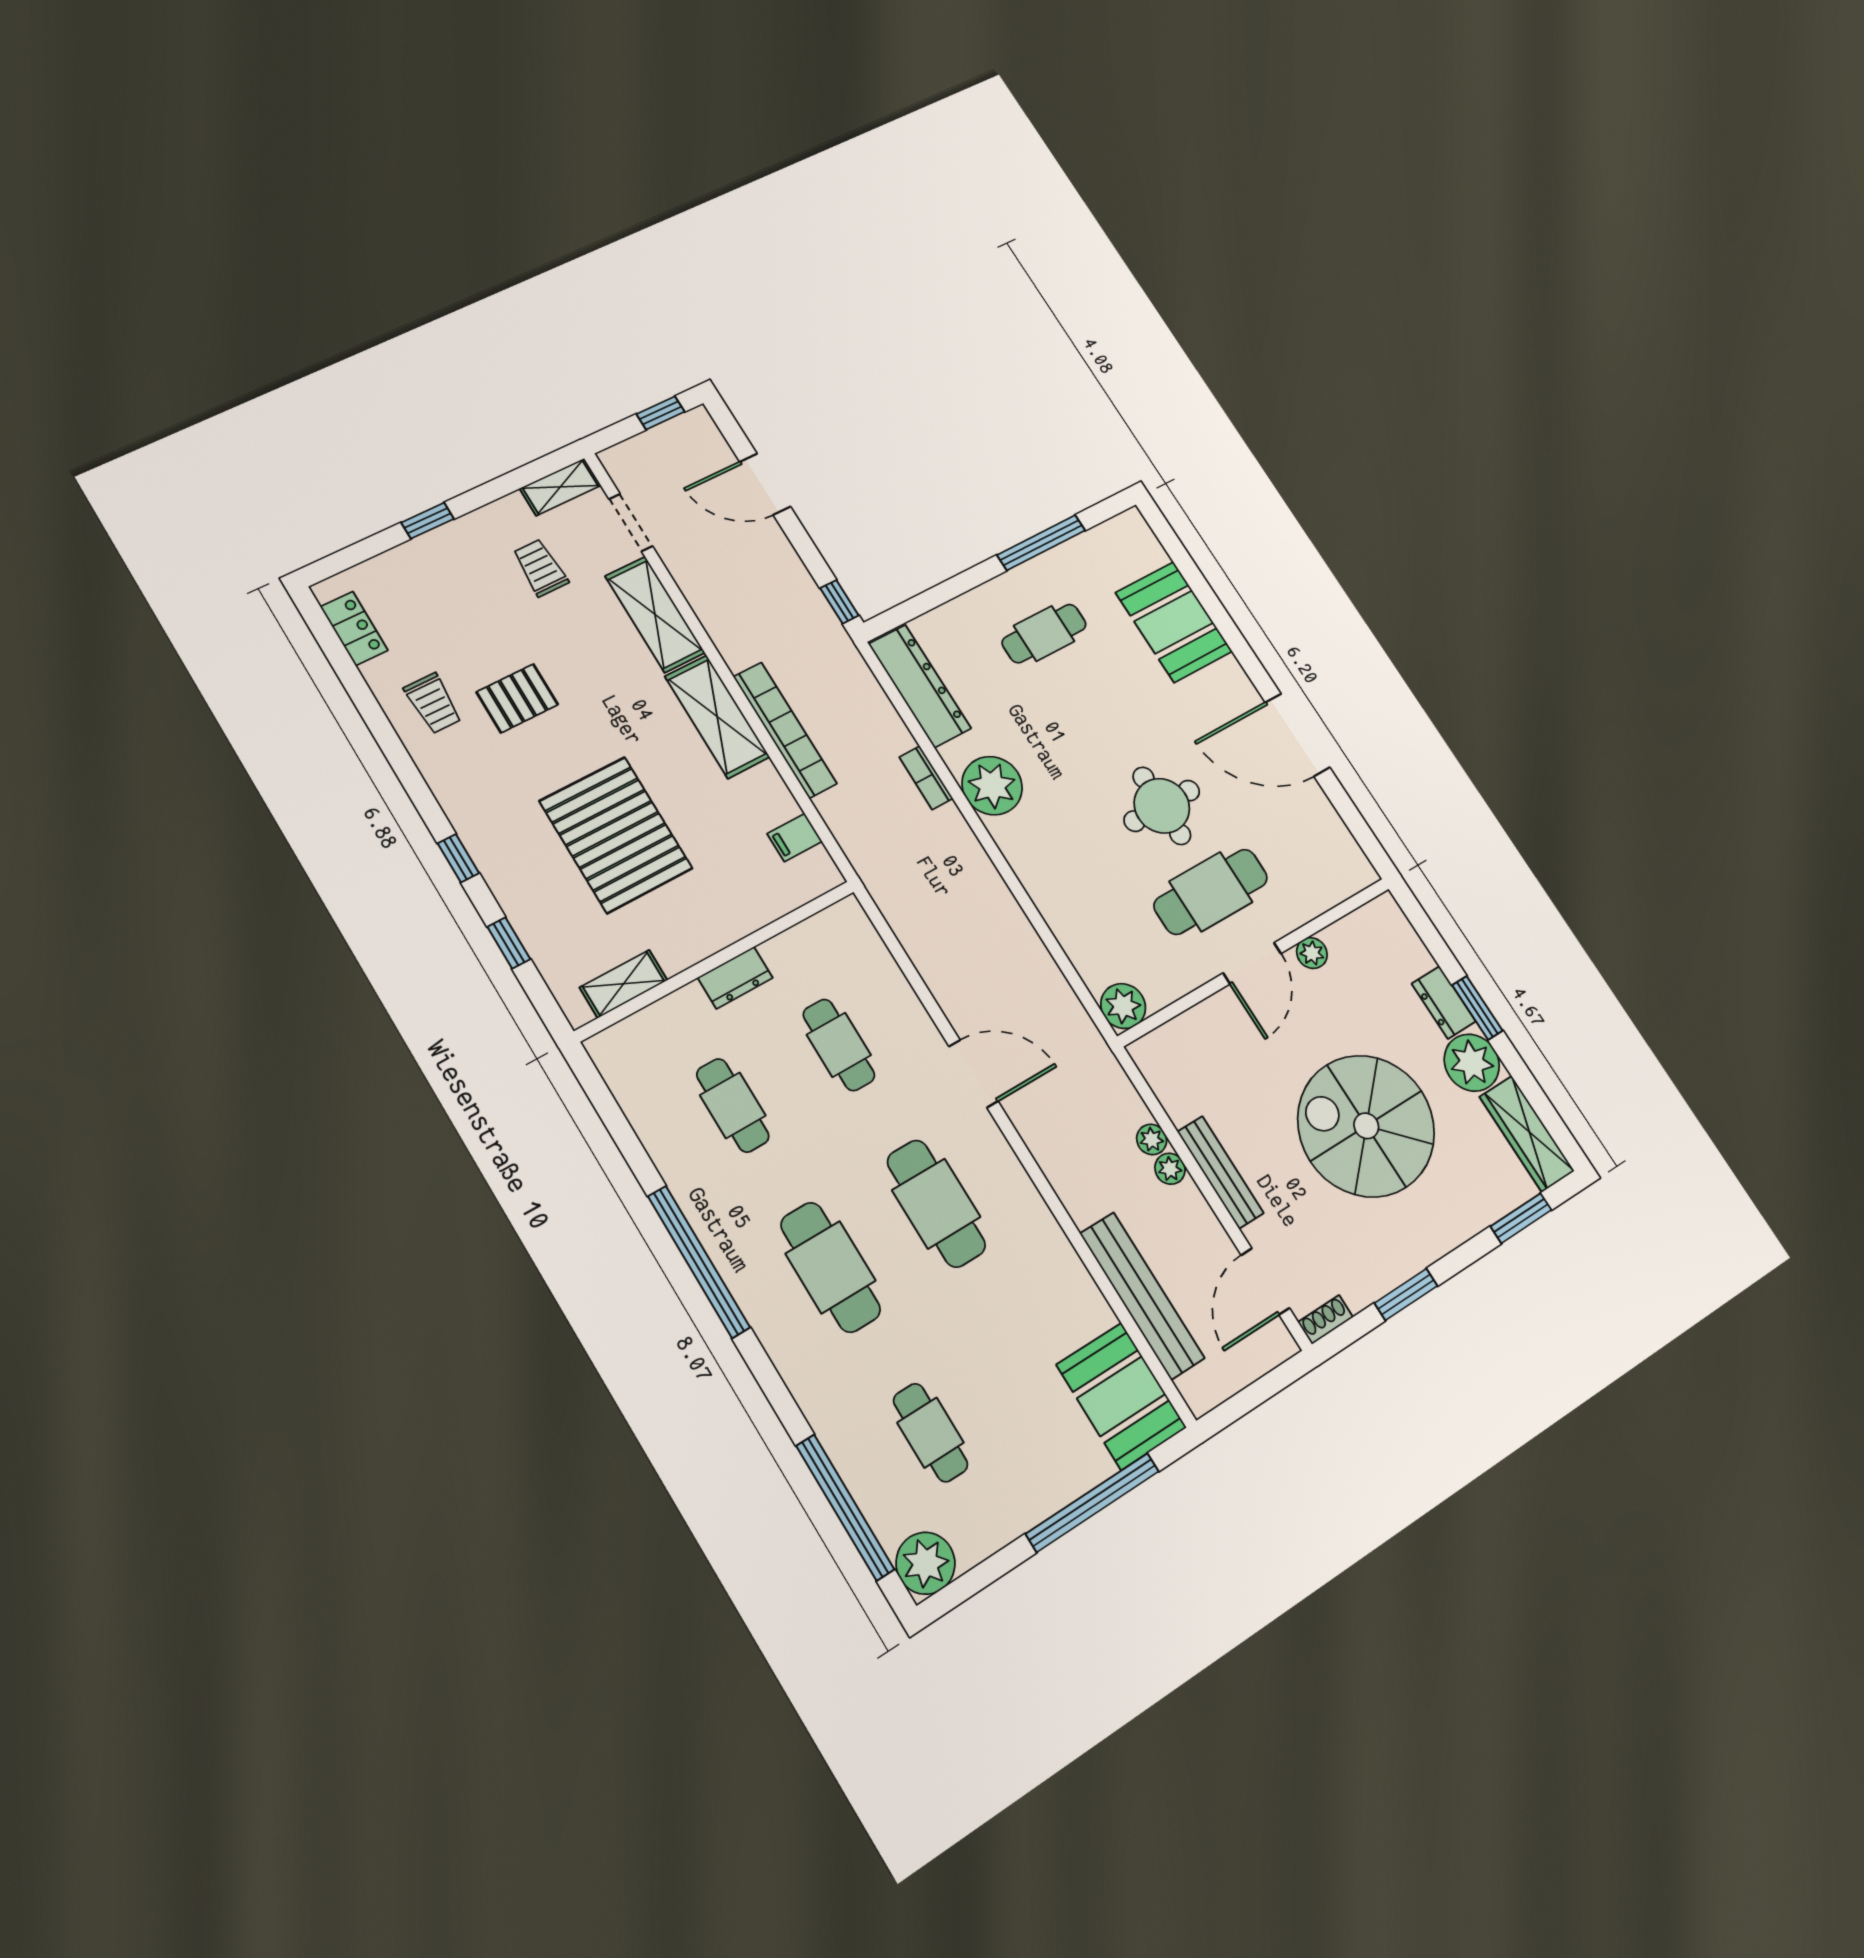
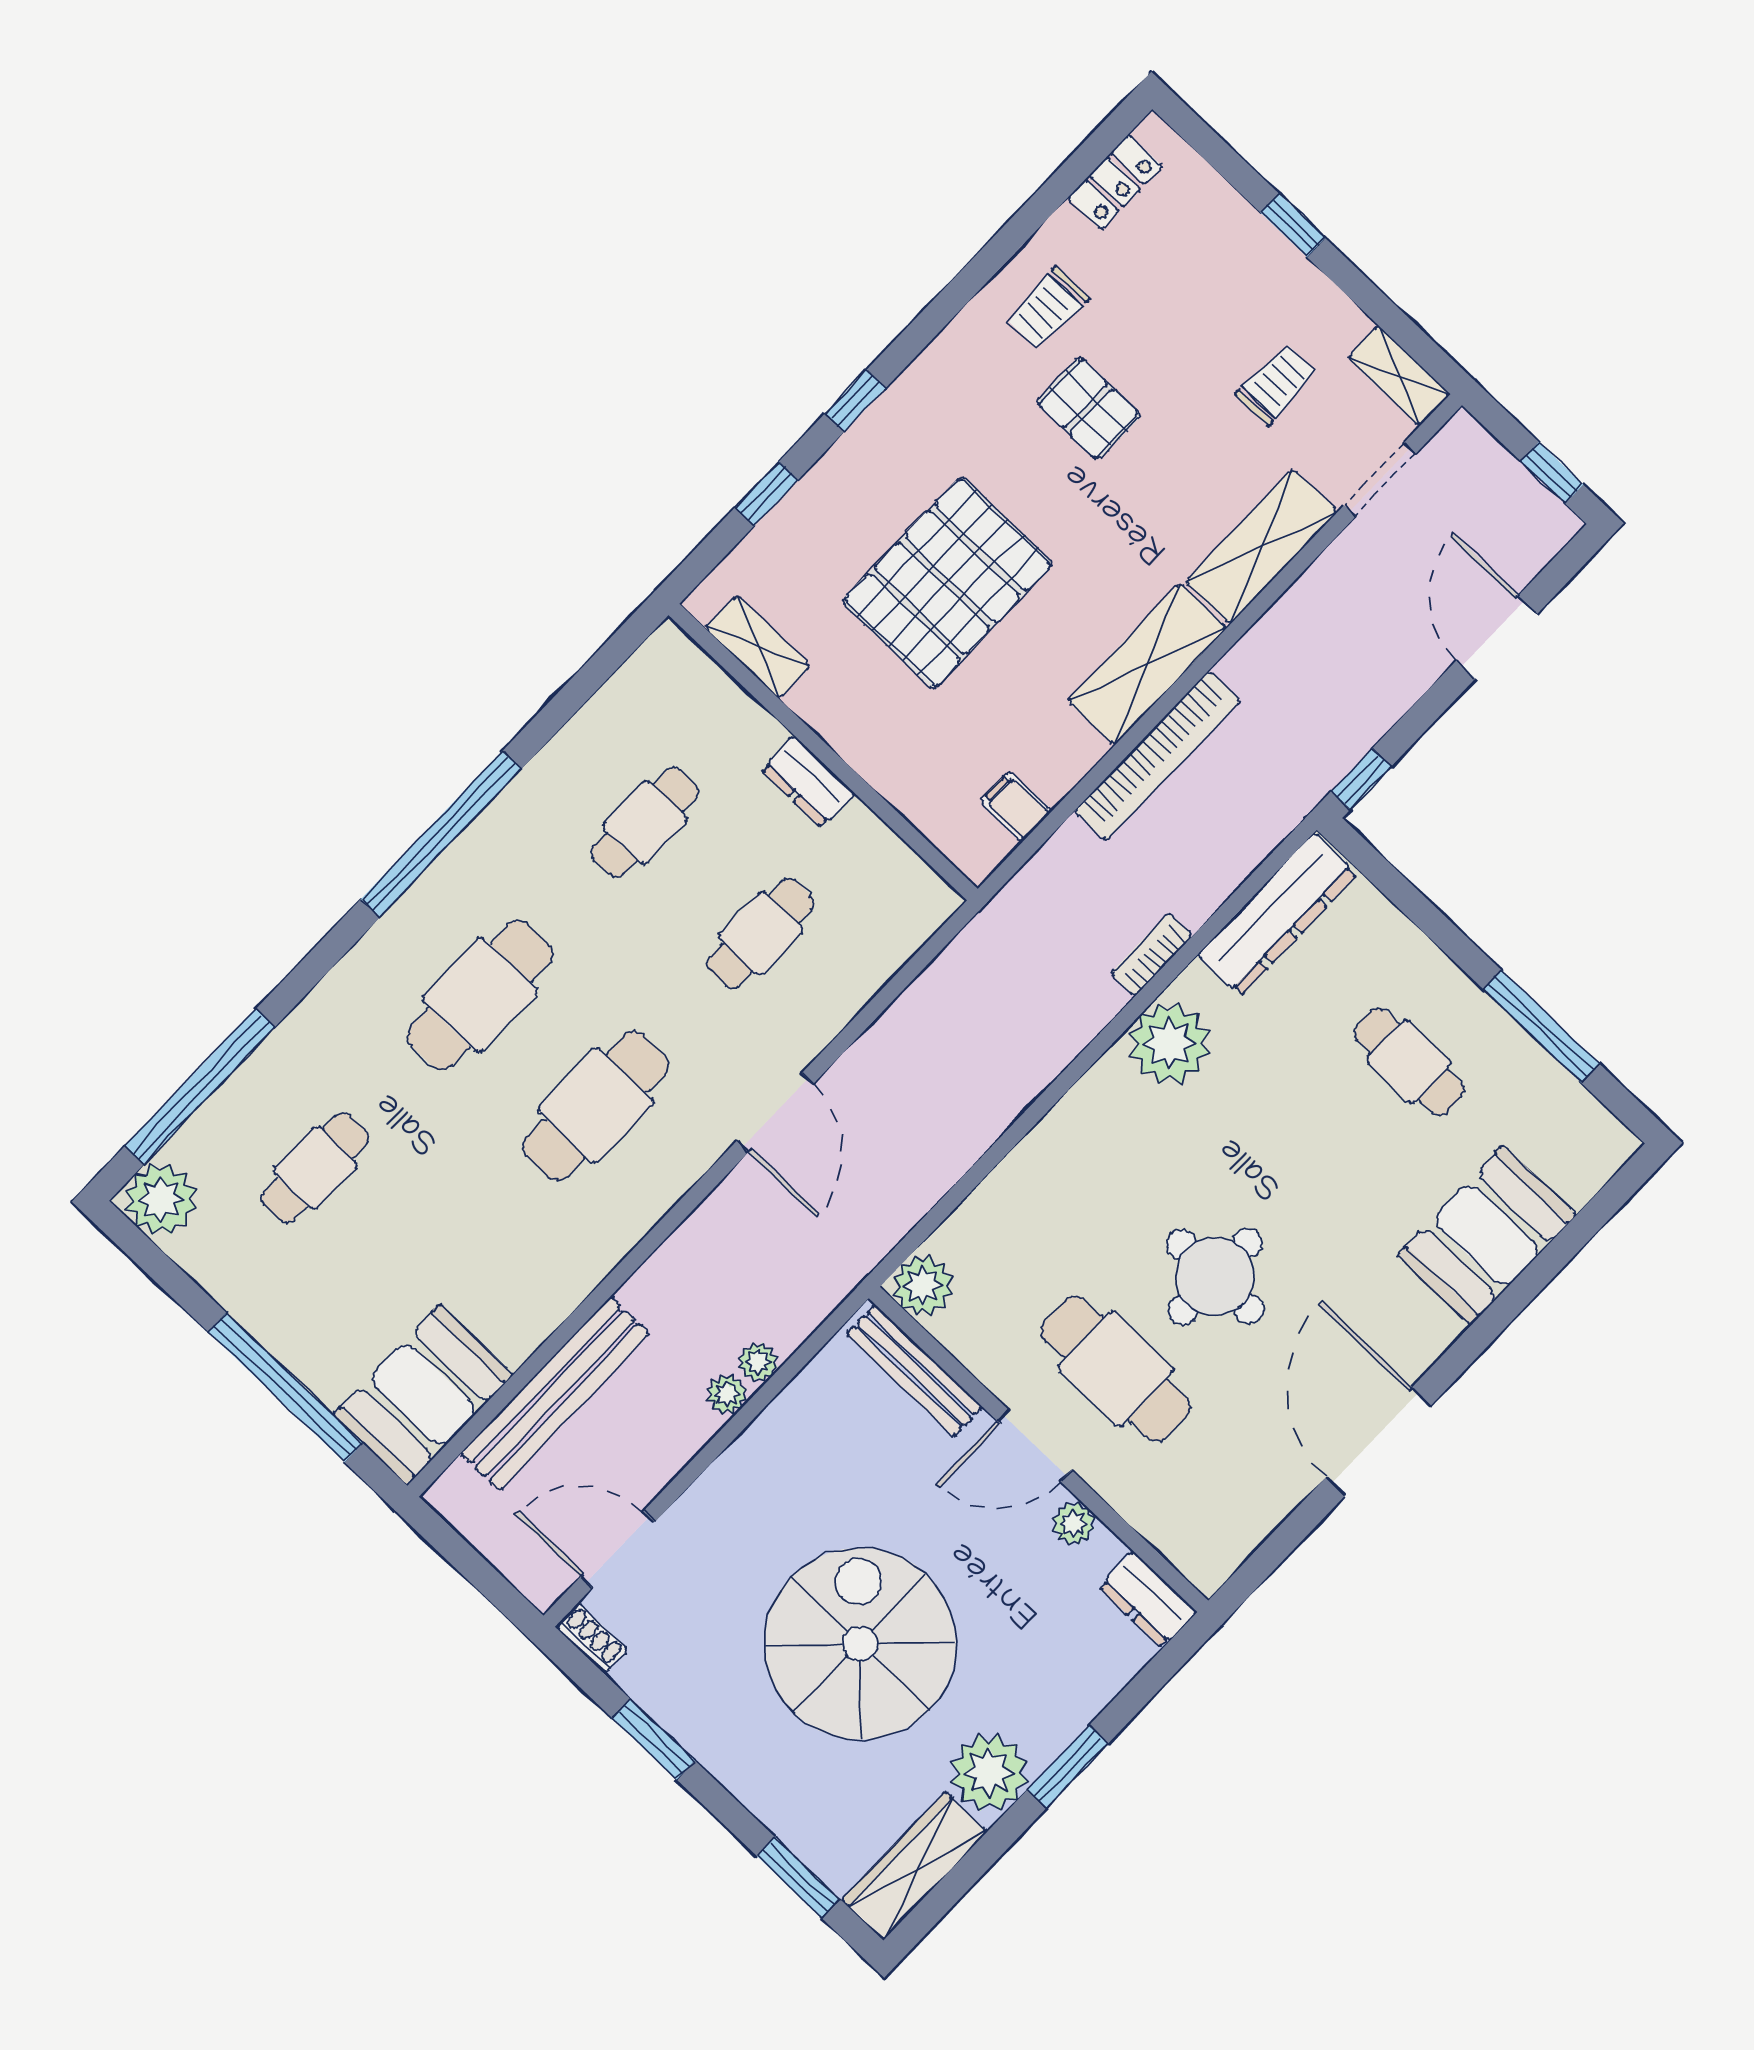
dresser: (1444, 1002) -> (1148, 1599), moved, turned -90
bench: (1220, 1172) -> (915, 1371), moved, turned 90

